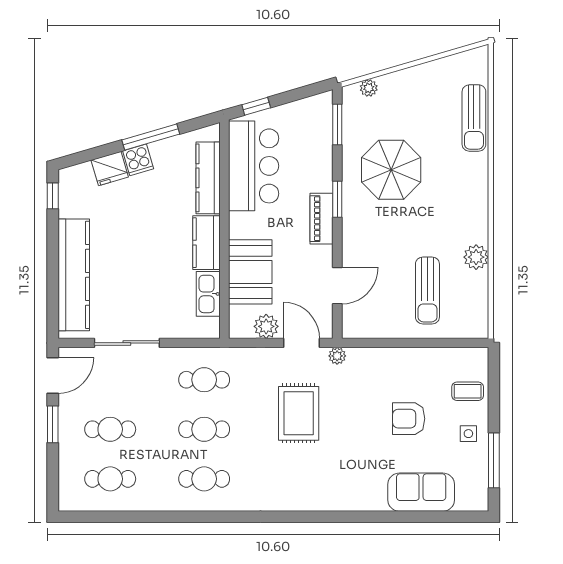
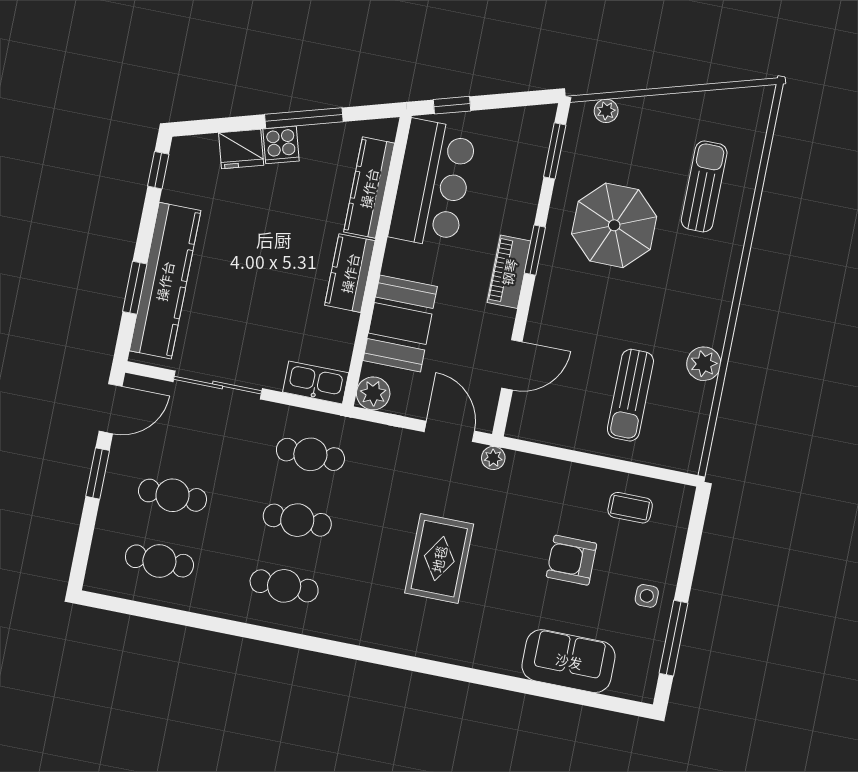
sun lounger: (474, 118) -> (704, 186), moved, turned 180
window: (53, 284) -> (135, 288), added
kitchen sink: (208, 294) -> (316, 382), moved, turned 90
plant: (266, 326) -> (373, 393), moved
coffee table: (468, 391) -> (630, 508), moved
rug: (299, 413) -> (439, 559), moved

